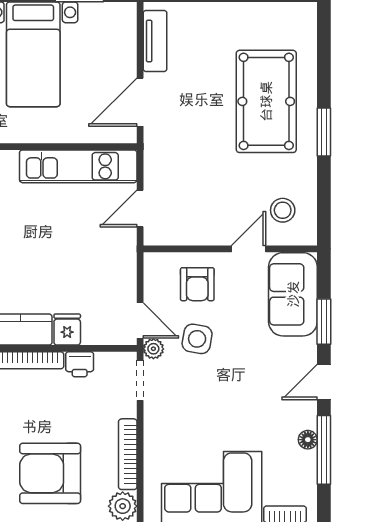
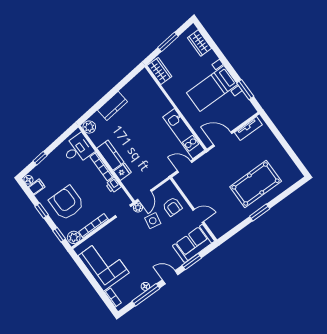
stool: (283, 210) -> (221, 218), removed
armchair: (197, 284) -> (172, 207), turned -90

